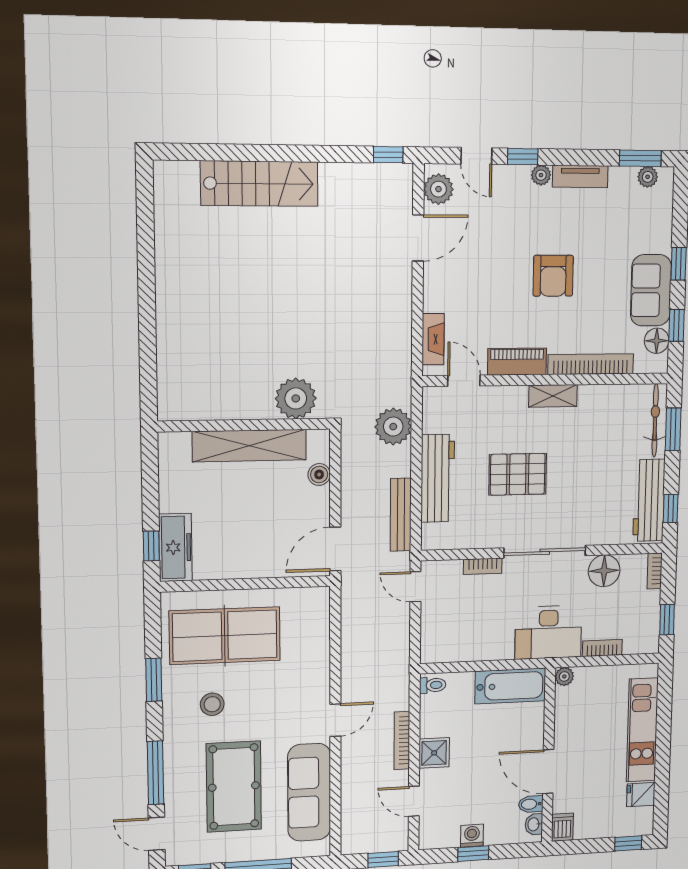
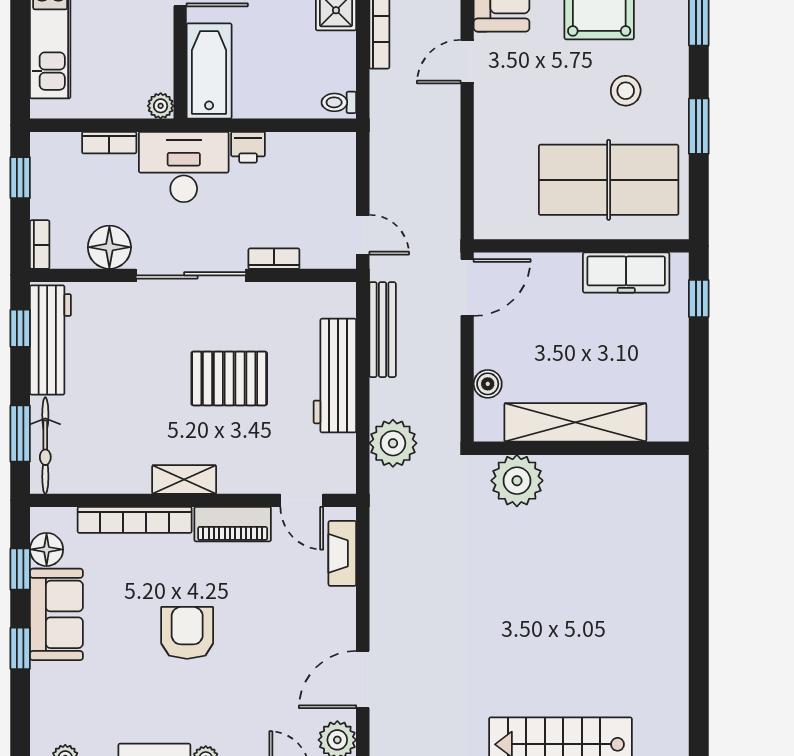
freezer: (175, 547) -> (626, 273), moved, turned -90
printer: (501, 649) -> (248, 147), added
bathtub: (510, 686) -> (209, 71), moved, turned 90

